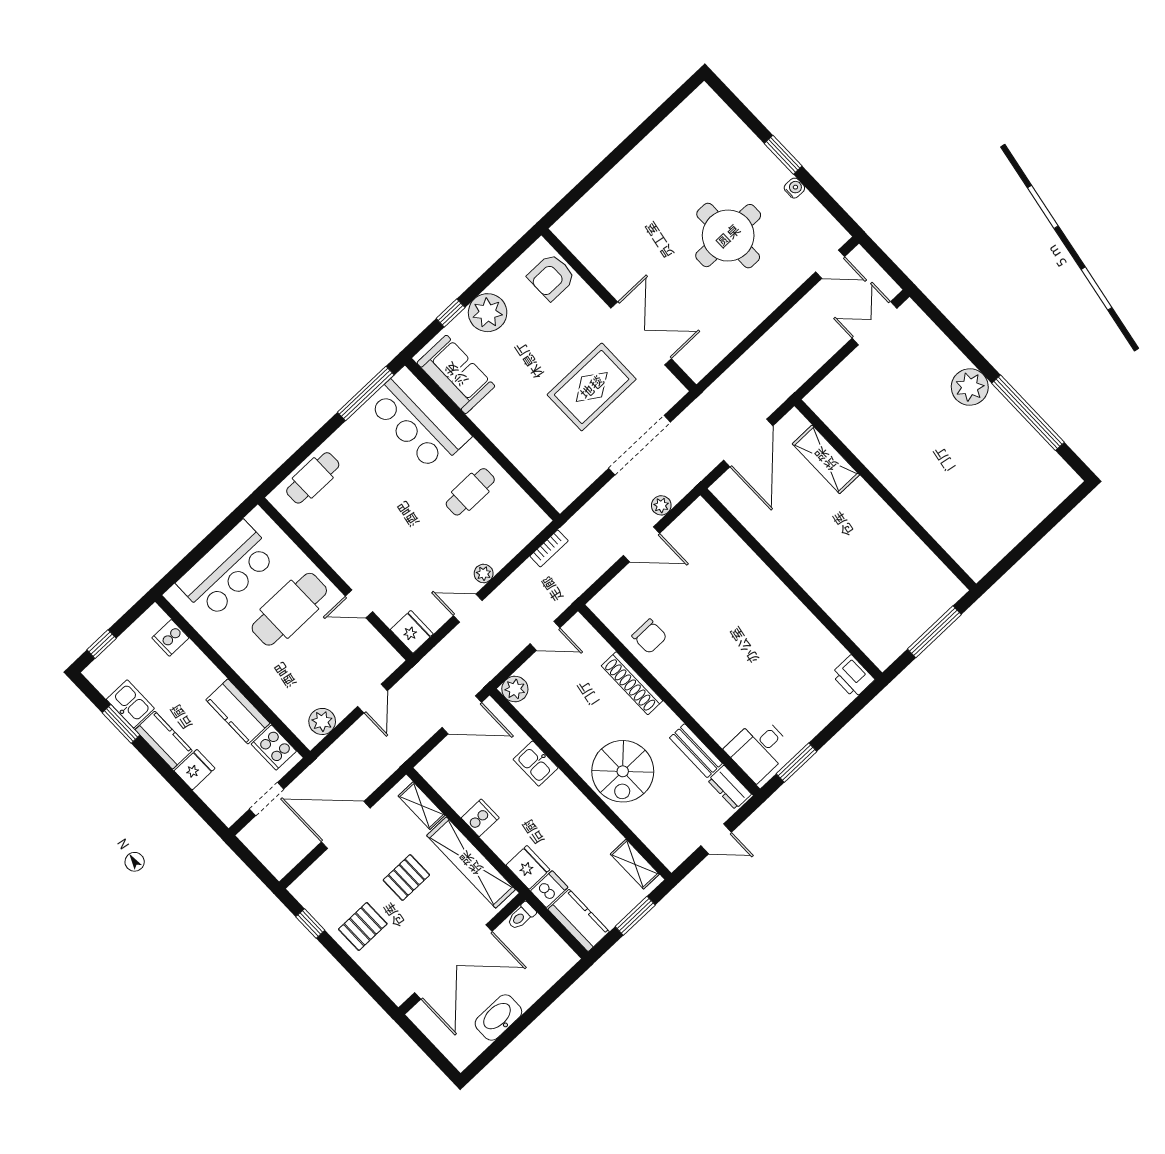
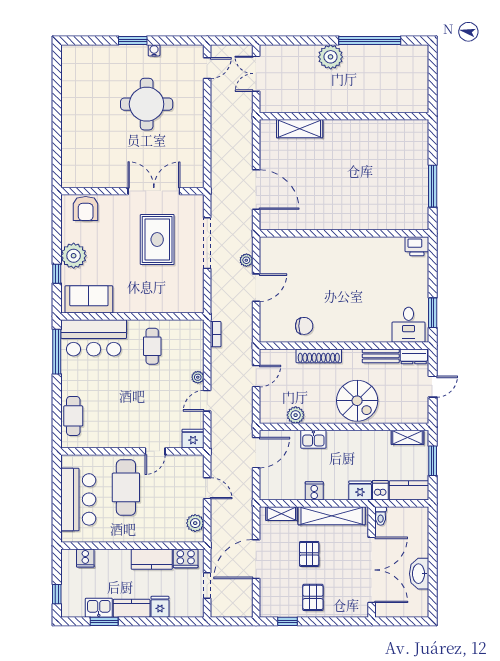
shelving: (826, 459) -> (300, 129), moved
wall: (885, 495) -> (344, 116), moved
plant: (515, 689) -> (296, 415), moved

